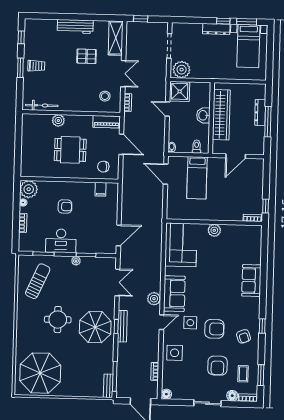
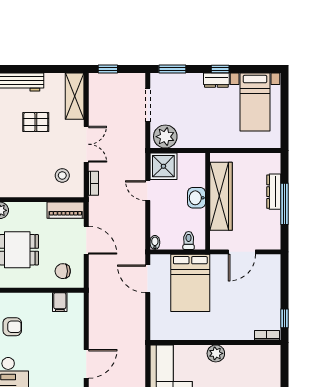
window: (247, 22) -> (172, 69), moved
dresser: (216, 29) -> (216, 80), width x0.70
bed: (197, 178) -> (190, 283), width x1.50

